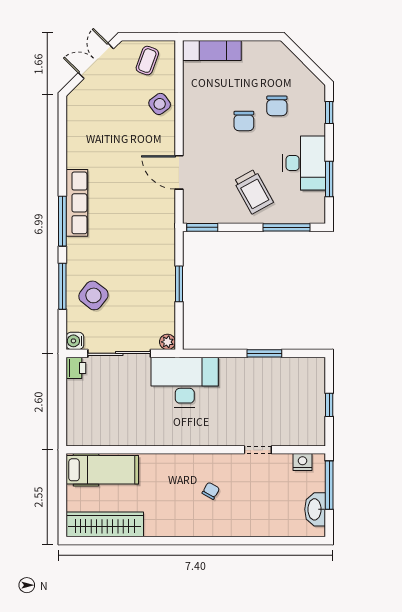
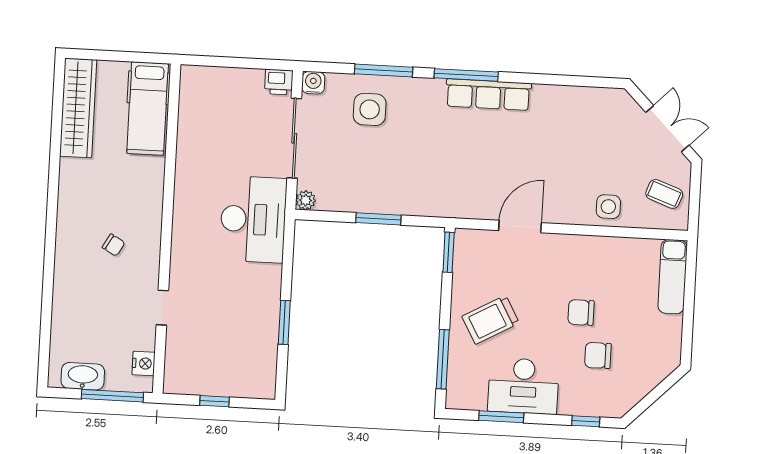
side table: (160, 104) -> (608, 207), turned 37
side table: (93, 295) -> (370, 109), turned -38

